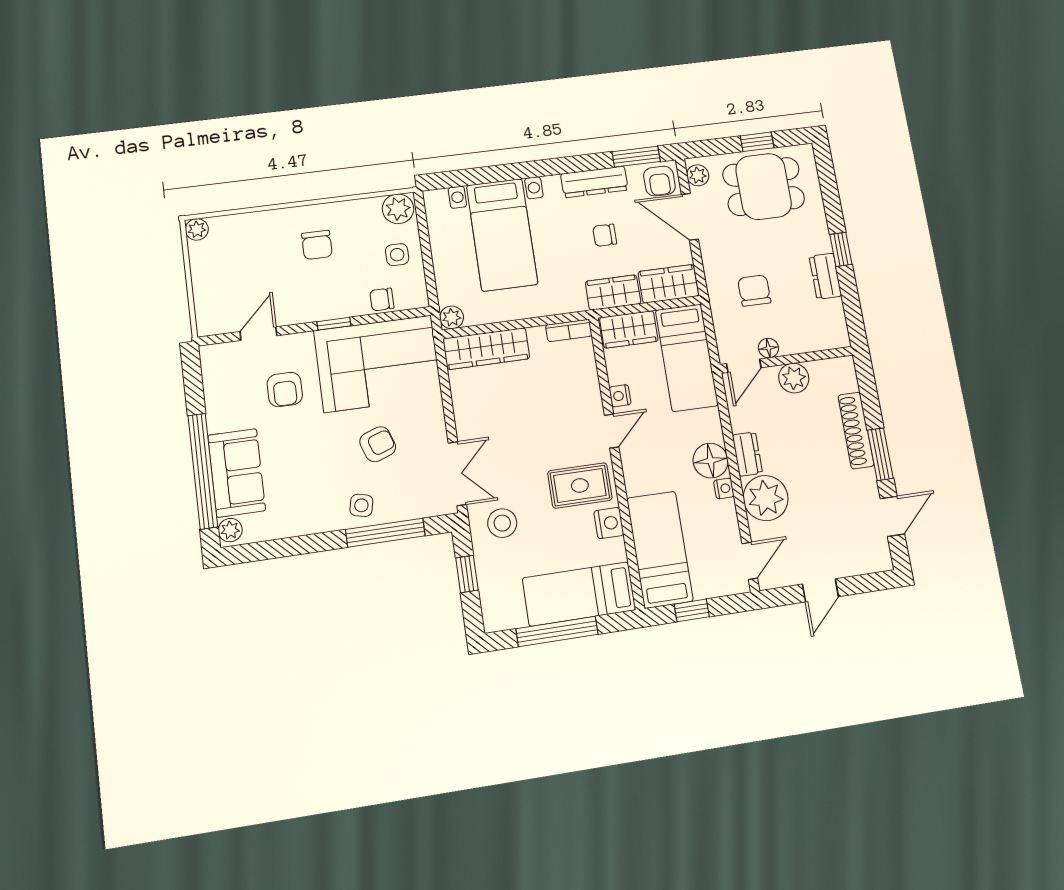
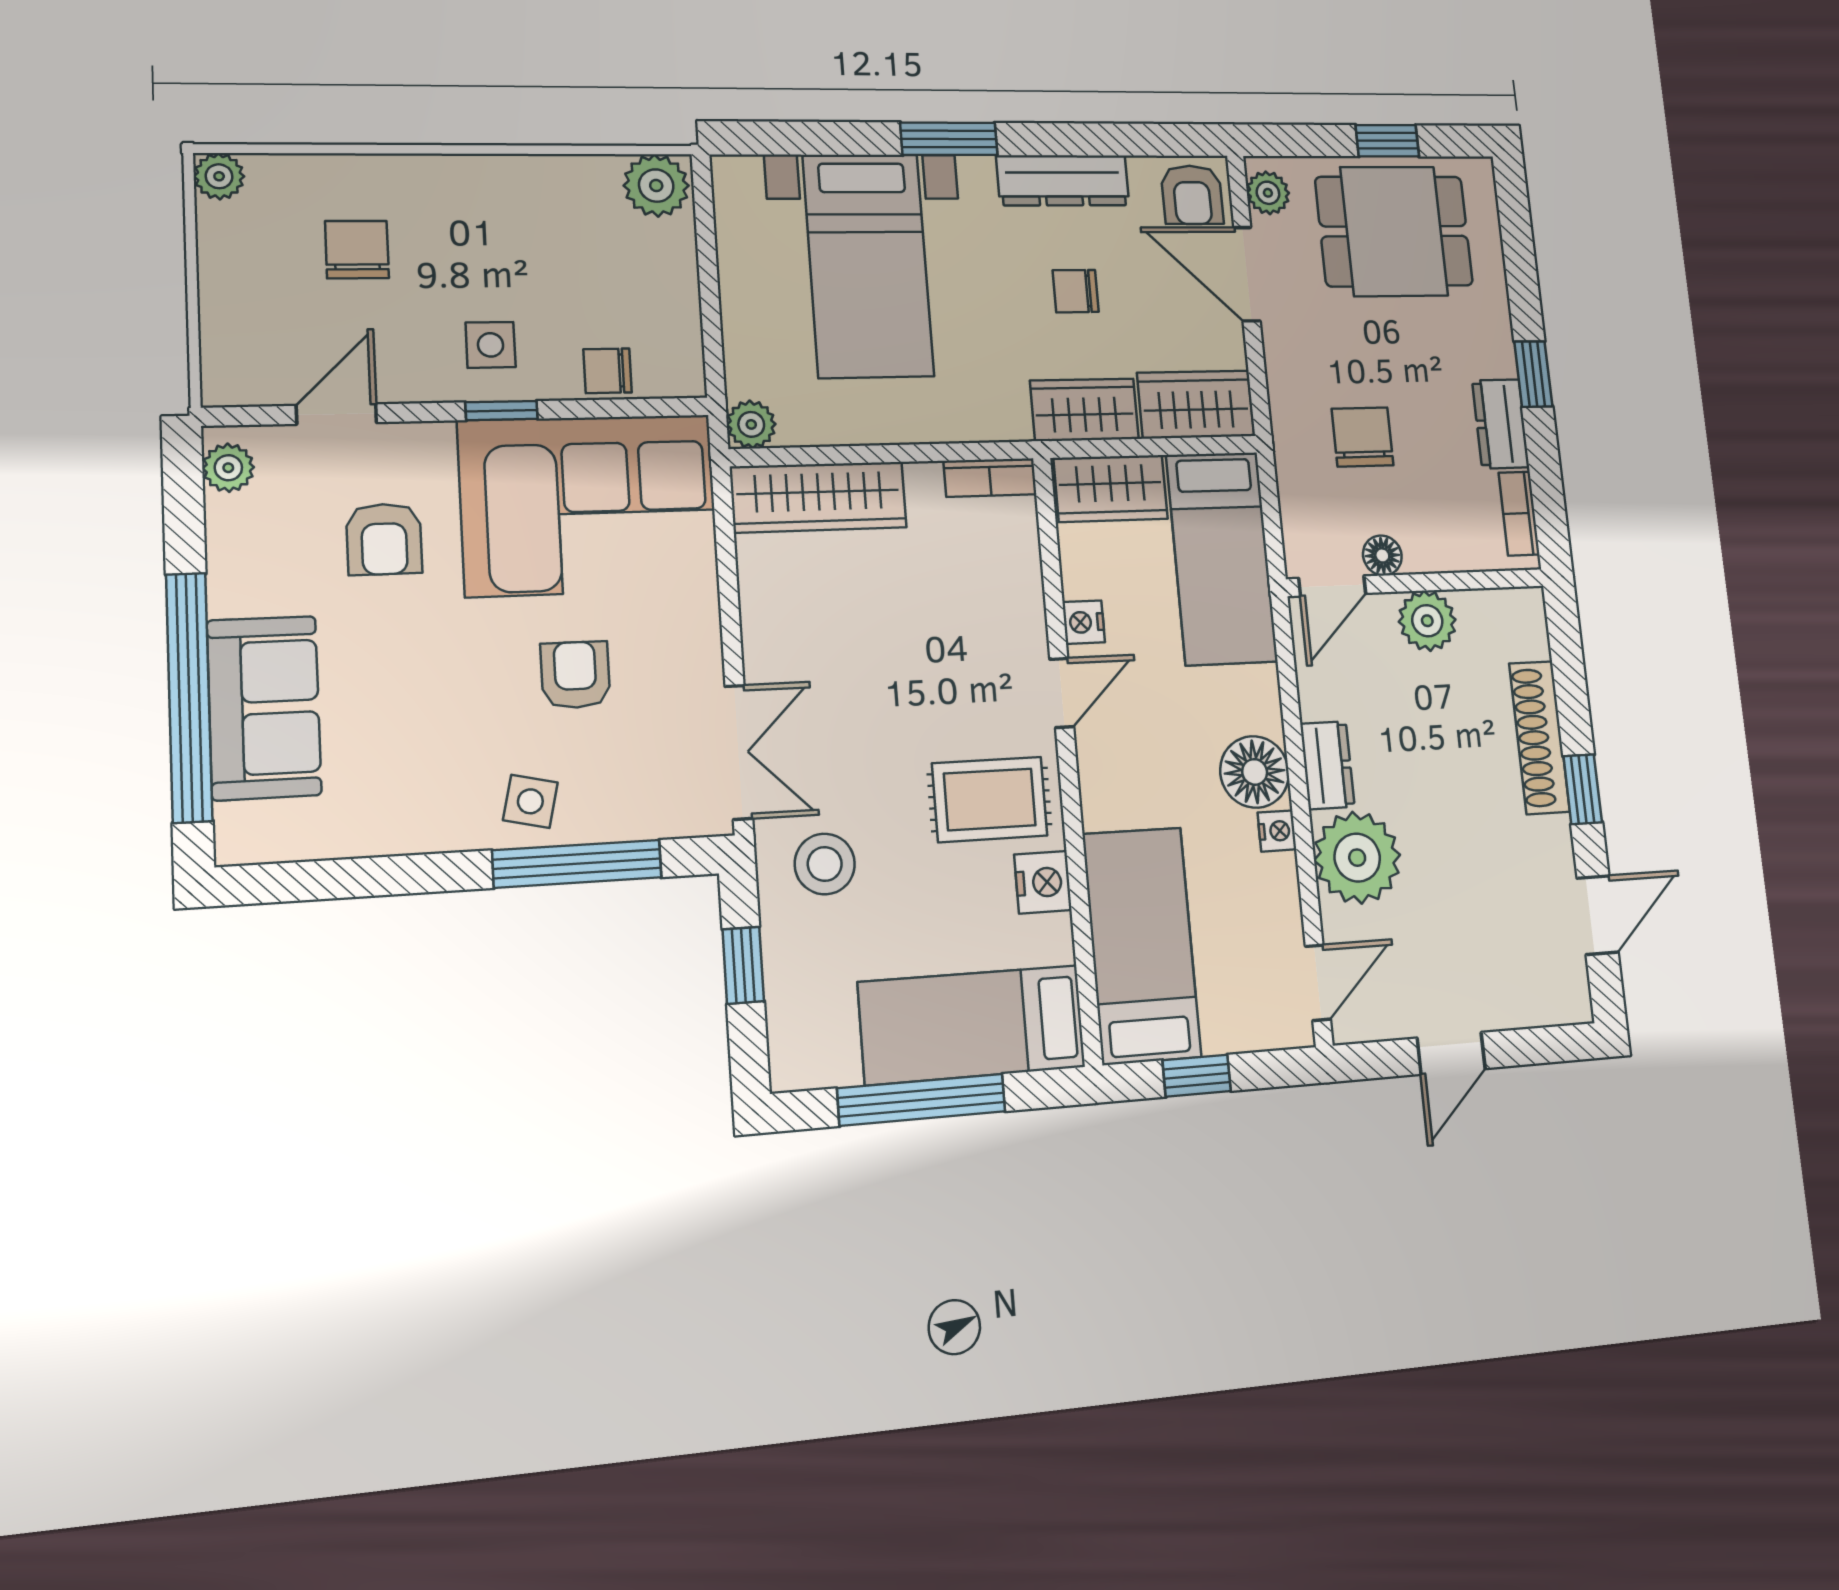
window: (636, 157) -> (949, 139), moved
chair: (317, 245) -> (357, 250), moved, turned 180
side table: (397, 255) -> (491, 345), moved
bookcase: (838, 320) -> (1519, 514), added
armchair: (378, 444) -> (575, 675), turned -71
window: (880, 454) -> (1583, 789), width x0.67
plant: (230, 530) -> (228, 468), moved

